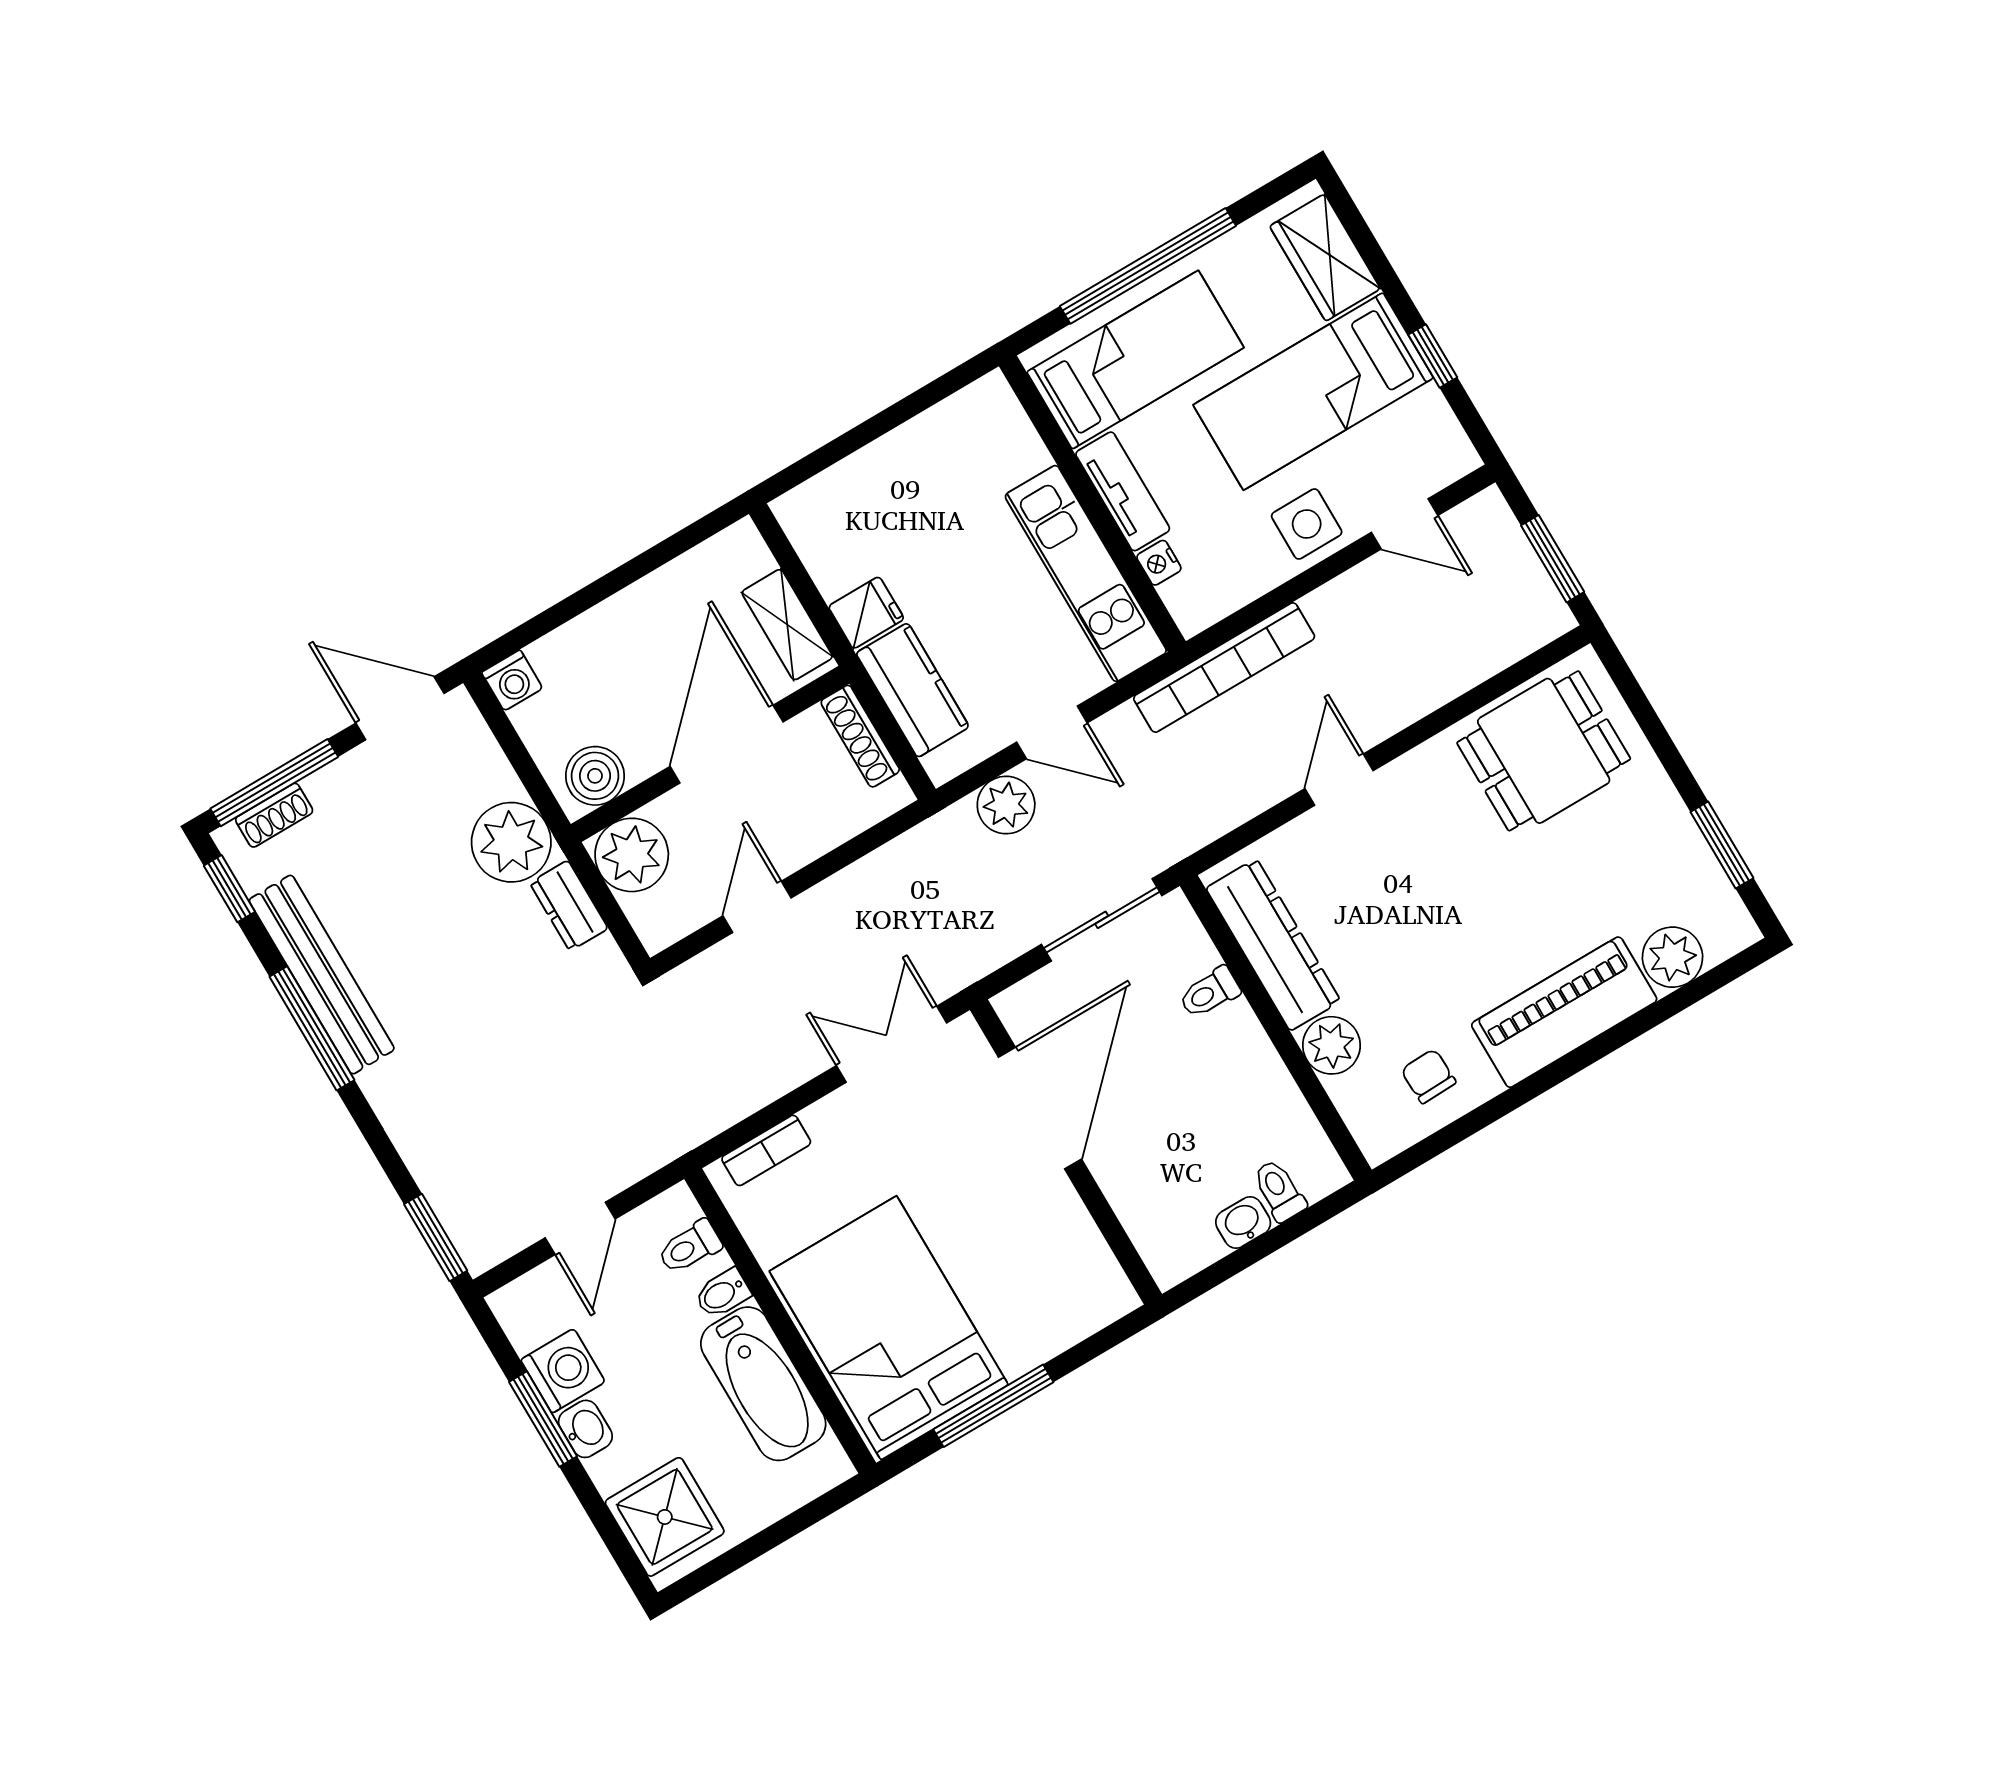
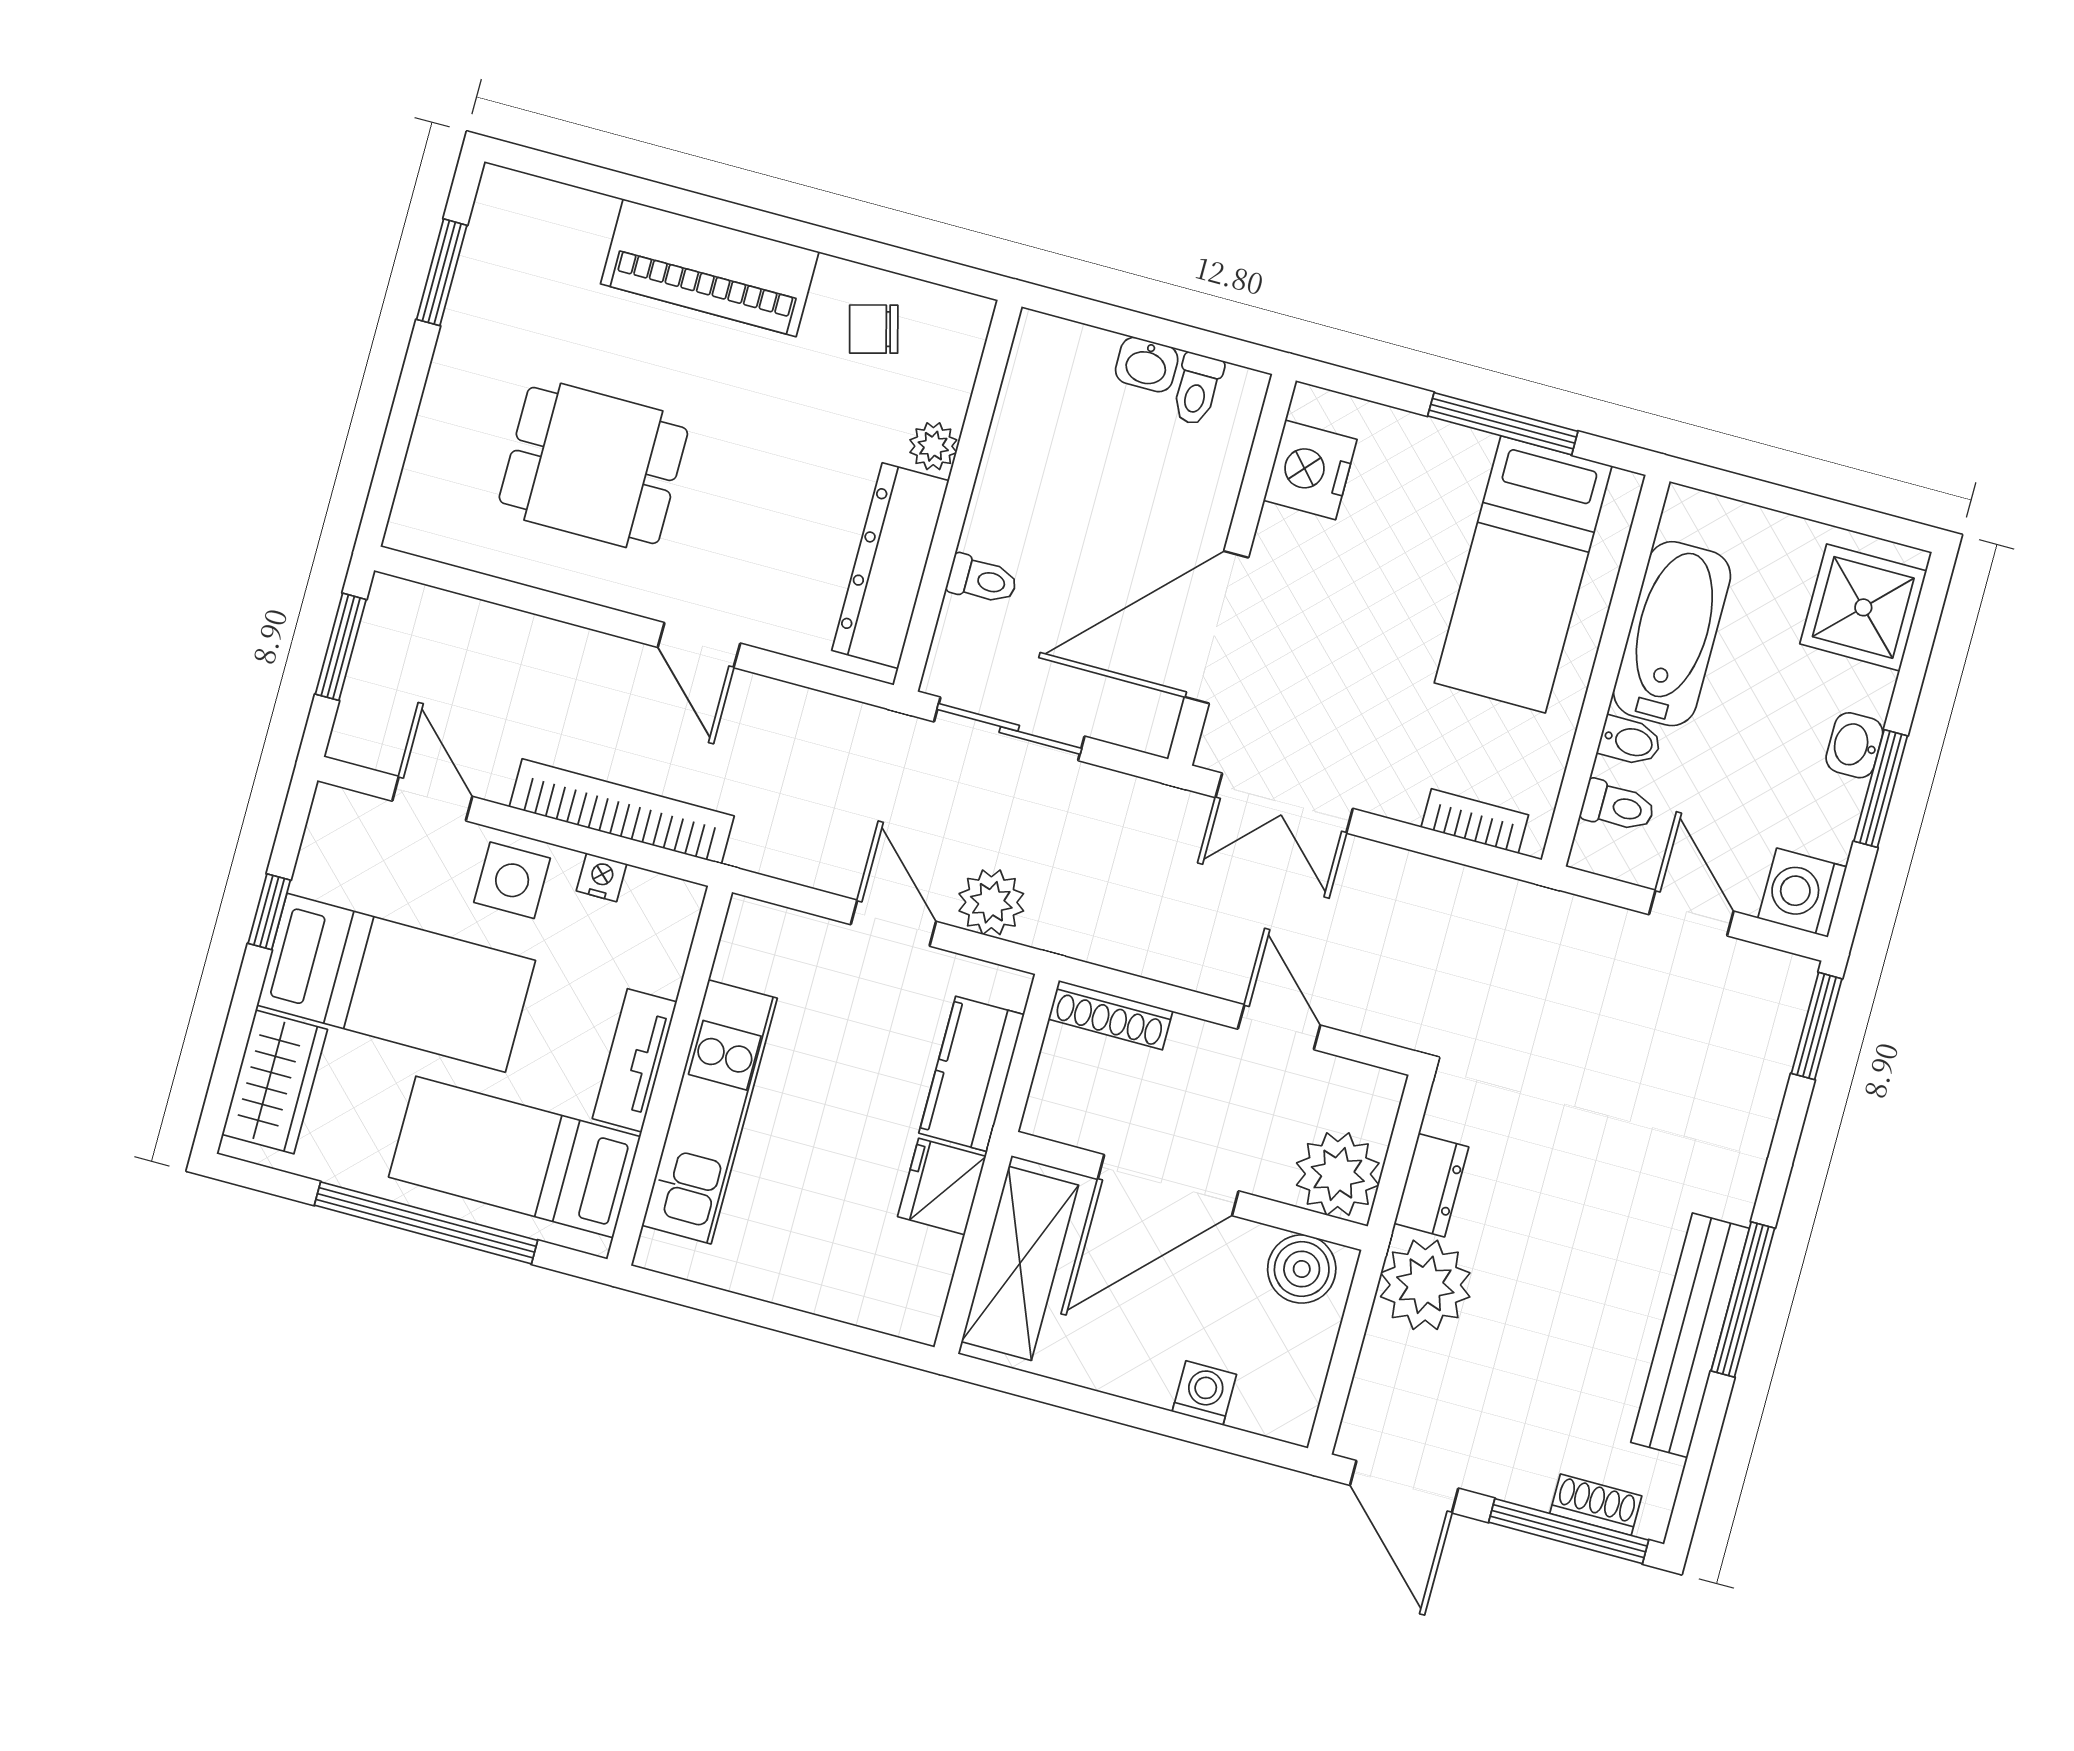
nightstand: (1159, 563) -> (602, 877), moved, turned -90
kitchen unit: (1086, 574) -> (710, 1112), moved
fridge: (866, 613) -> (942, 1187), width x1.38
shelving: (787, 625) -> (1020, 1263), width x1.50, depth x1.33
bookcase: (1224, 668) -> (622, 811), moved
washing machine: (512, 680) -> (1204, 1393), moved
shoe rack: (860, 736) -> (1111, 1015), moved, turned 90
dining table: (1544, 751) -> (593, 465), moved
door: (1339, 780) -> (699, 645), hinge flipped
window: (229, 889) -> (1694, 1482), removed
door: (757, 907) -> (1279, 1027), swing flipped
plant: (1672, 957) -> (576, 222), removed
plant: (1332, 1045) -> (933, 446), width x0.73, depth x0.73
chair: (1428, 1076) -> (874, 329), turned 77
toilet: (1279, 1191) -> (1197, 389), moved
door: (580, 1228) -> (1691, 913), hinge flipped
nightstand: (1080, 1260) -> (1310, 470), added
bed: (889, 1328) -> (1523, 574), width x0.67
washing machine: (563, 1371) -> (1802, 893), moved

